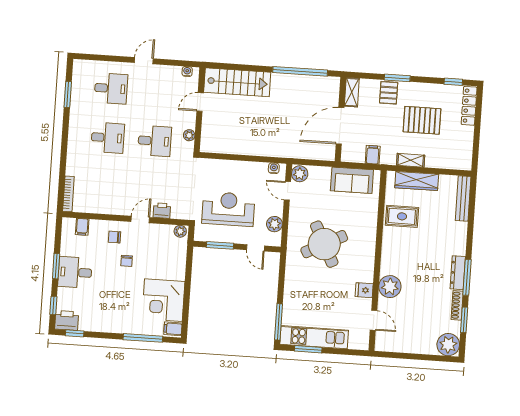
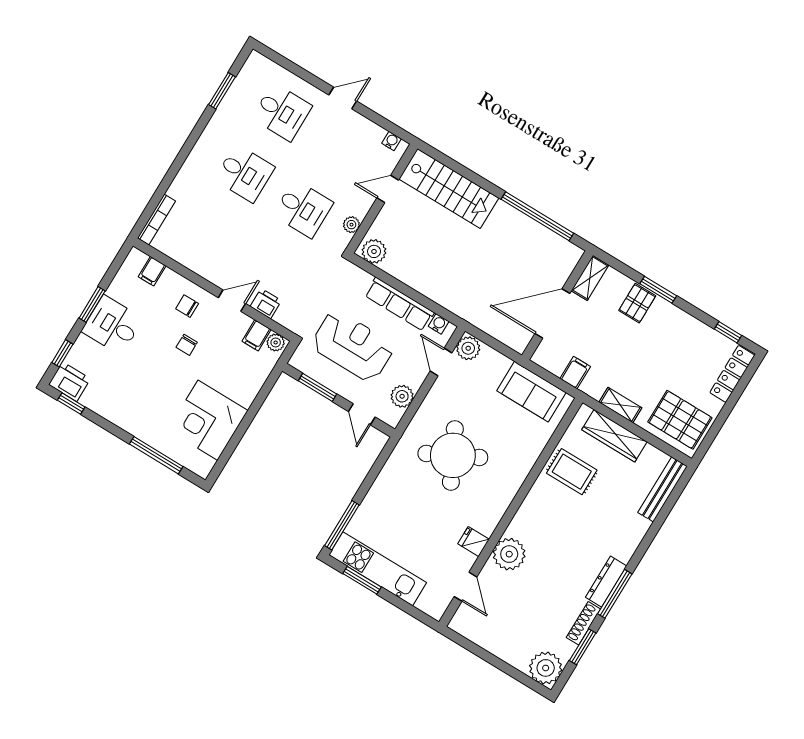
pallet: (422, 120) -> (680, 420), moved
plant: (211, 144) -> (374, 251), added
row of seats: (244, 169) -> (399, 304), added
filing cabinet: (173, 329) -> (256, 335), moved, turned -90

